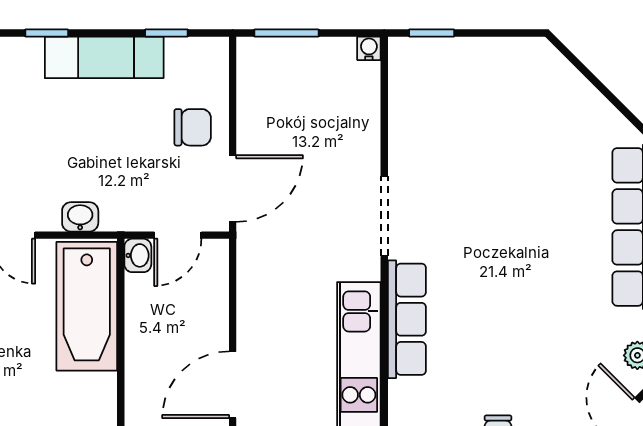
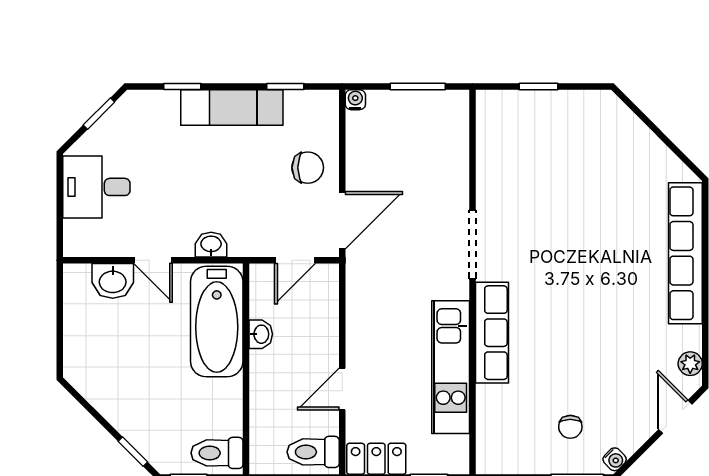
window: (287, 33) -> (418, 87), moved
window: (432, 33) -> (538, 87), moved
water cooler: (369, 48) -> (355, 100), moved
washbasin: (138, 255) -> (261, 334), moved
door: (233, 385) -> (342, 389), width x0.73

